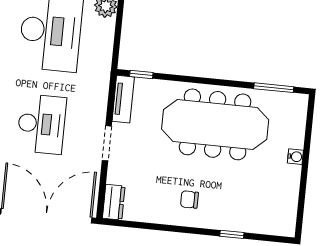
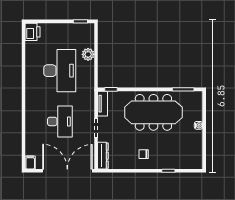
dresser: (114, 202) -> (103, 156), width x1.44

